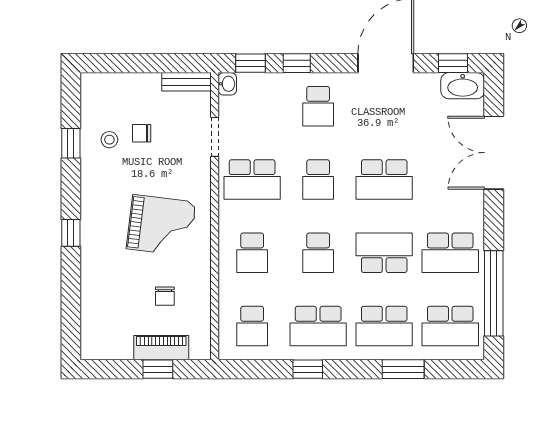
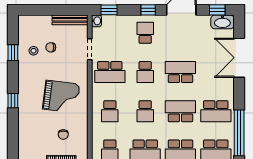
window: (297, 63) -> (148, 10), moved
bench: (187, 82) -> (70, 20), width x1.36
school desk: (318, 106) -> (145, 33), turned 180
school desk: (384, 179) -> (180, 72), turned 180

